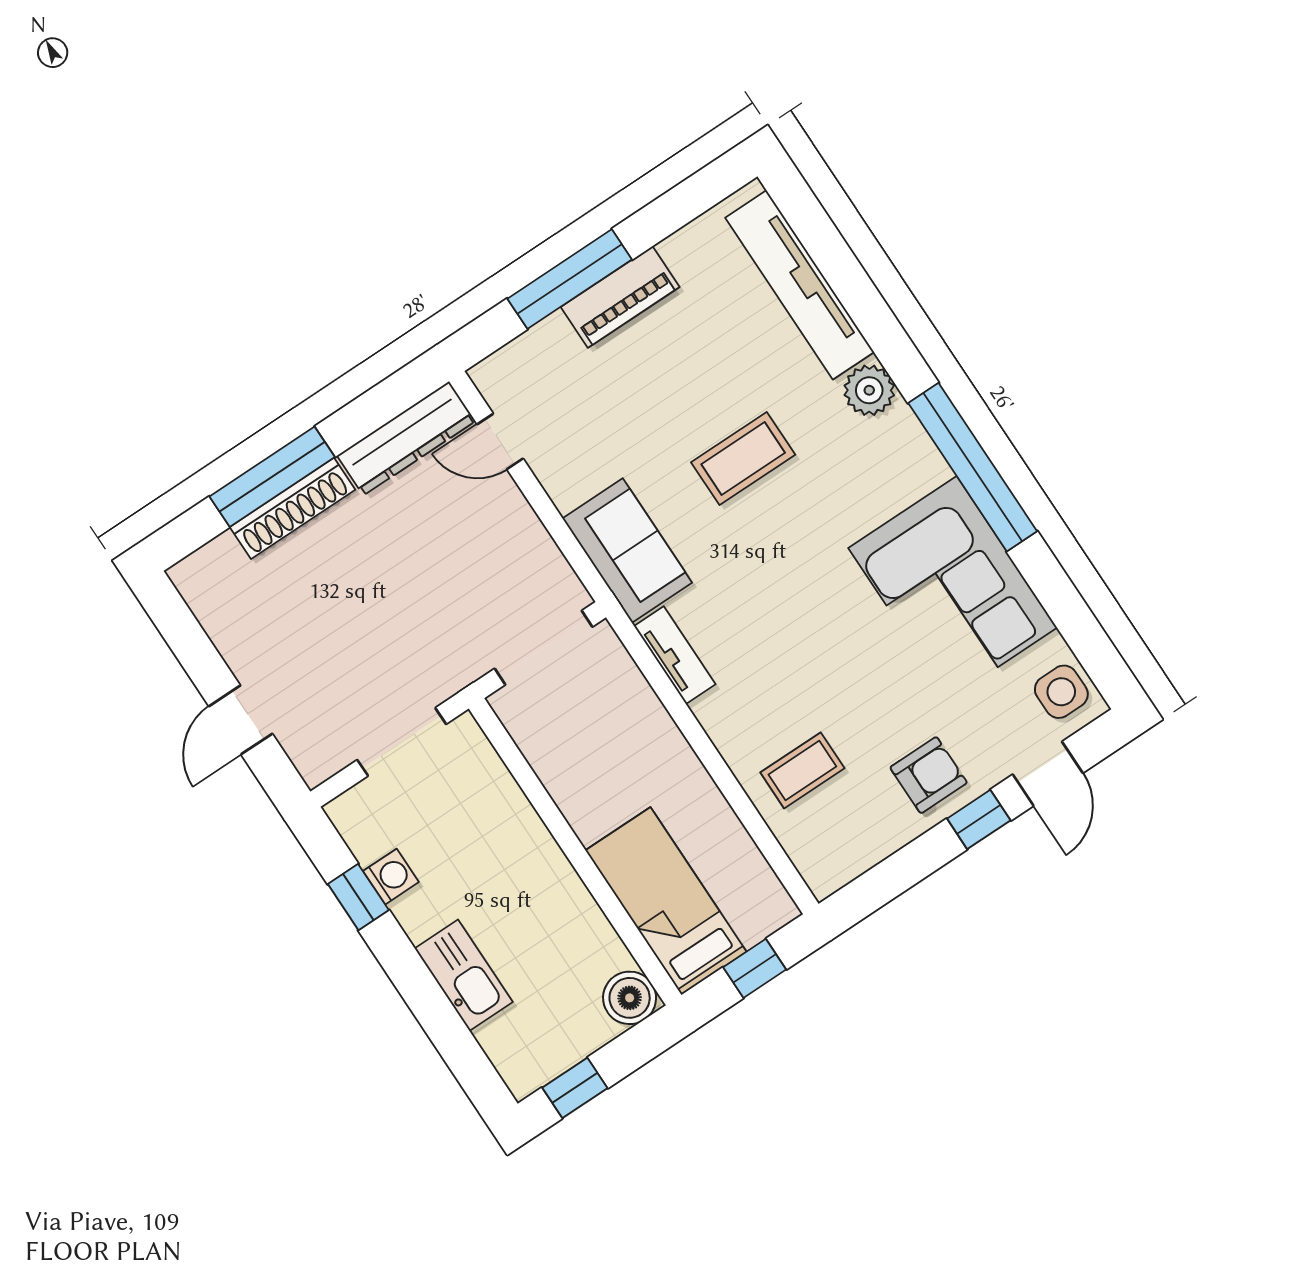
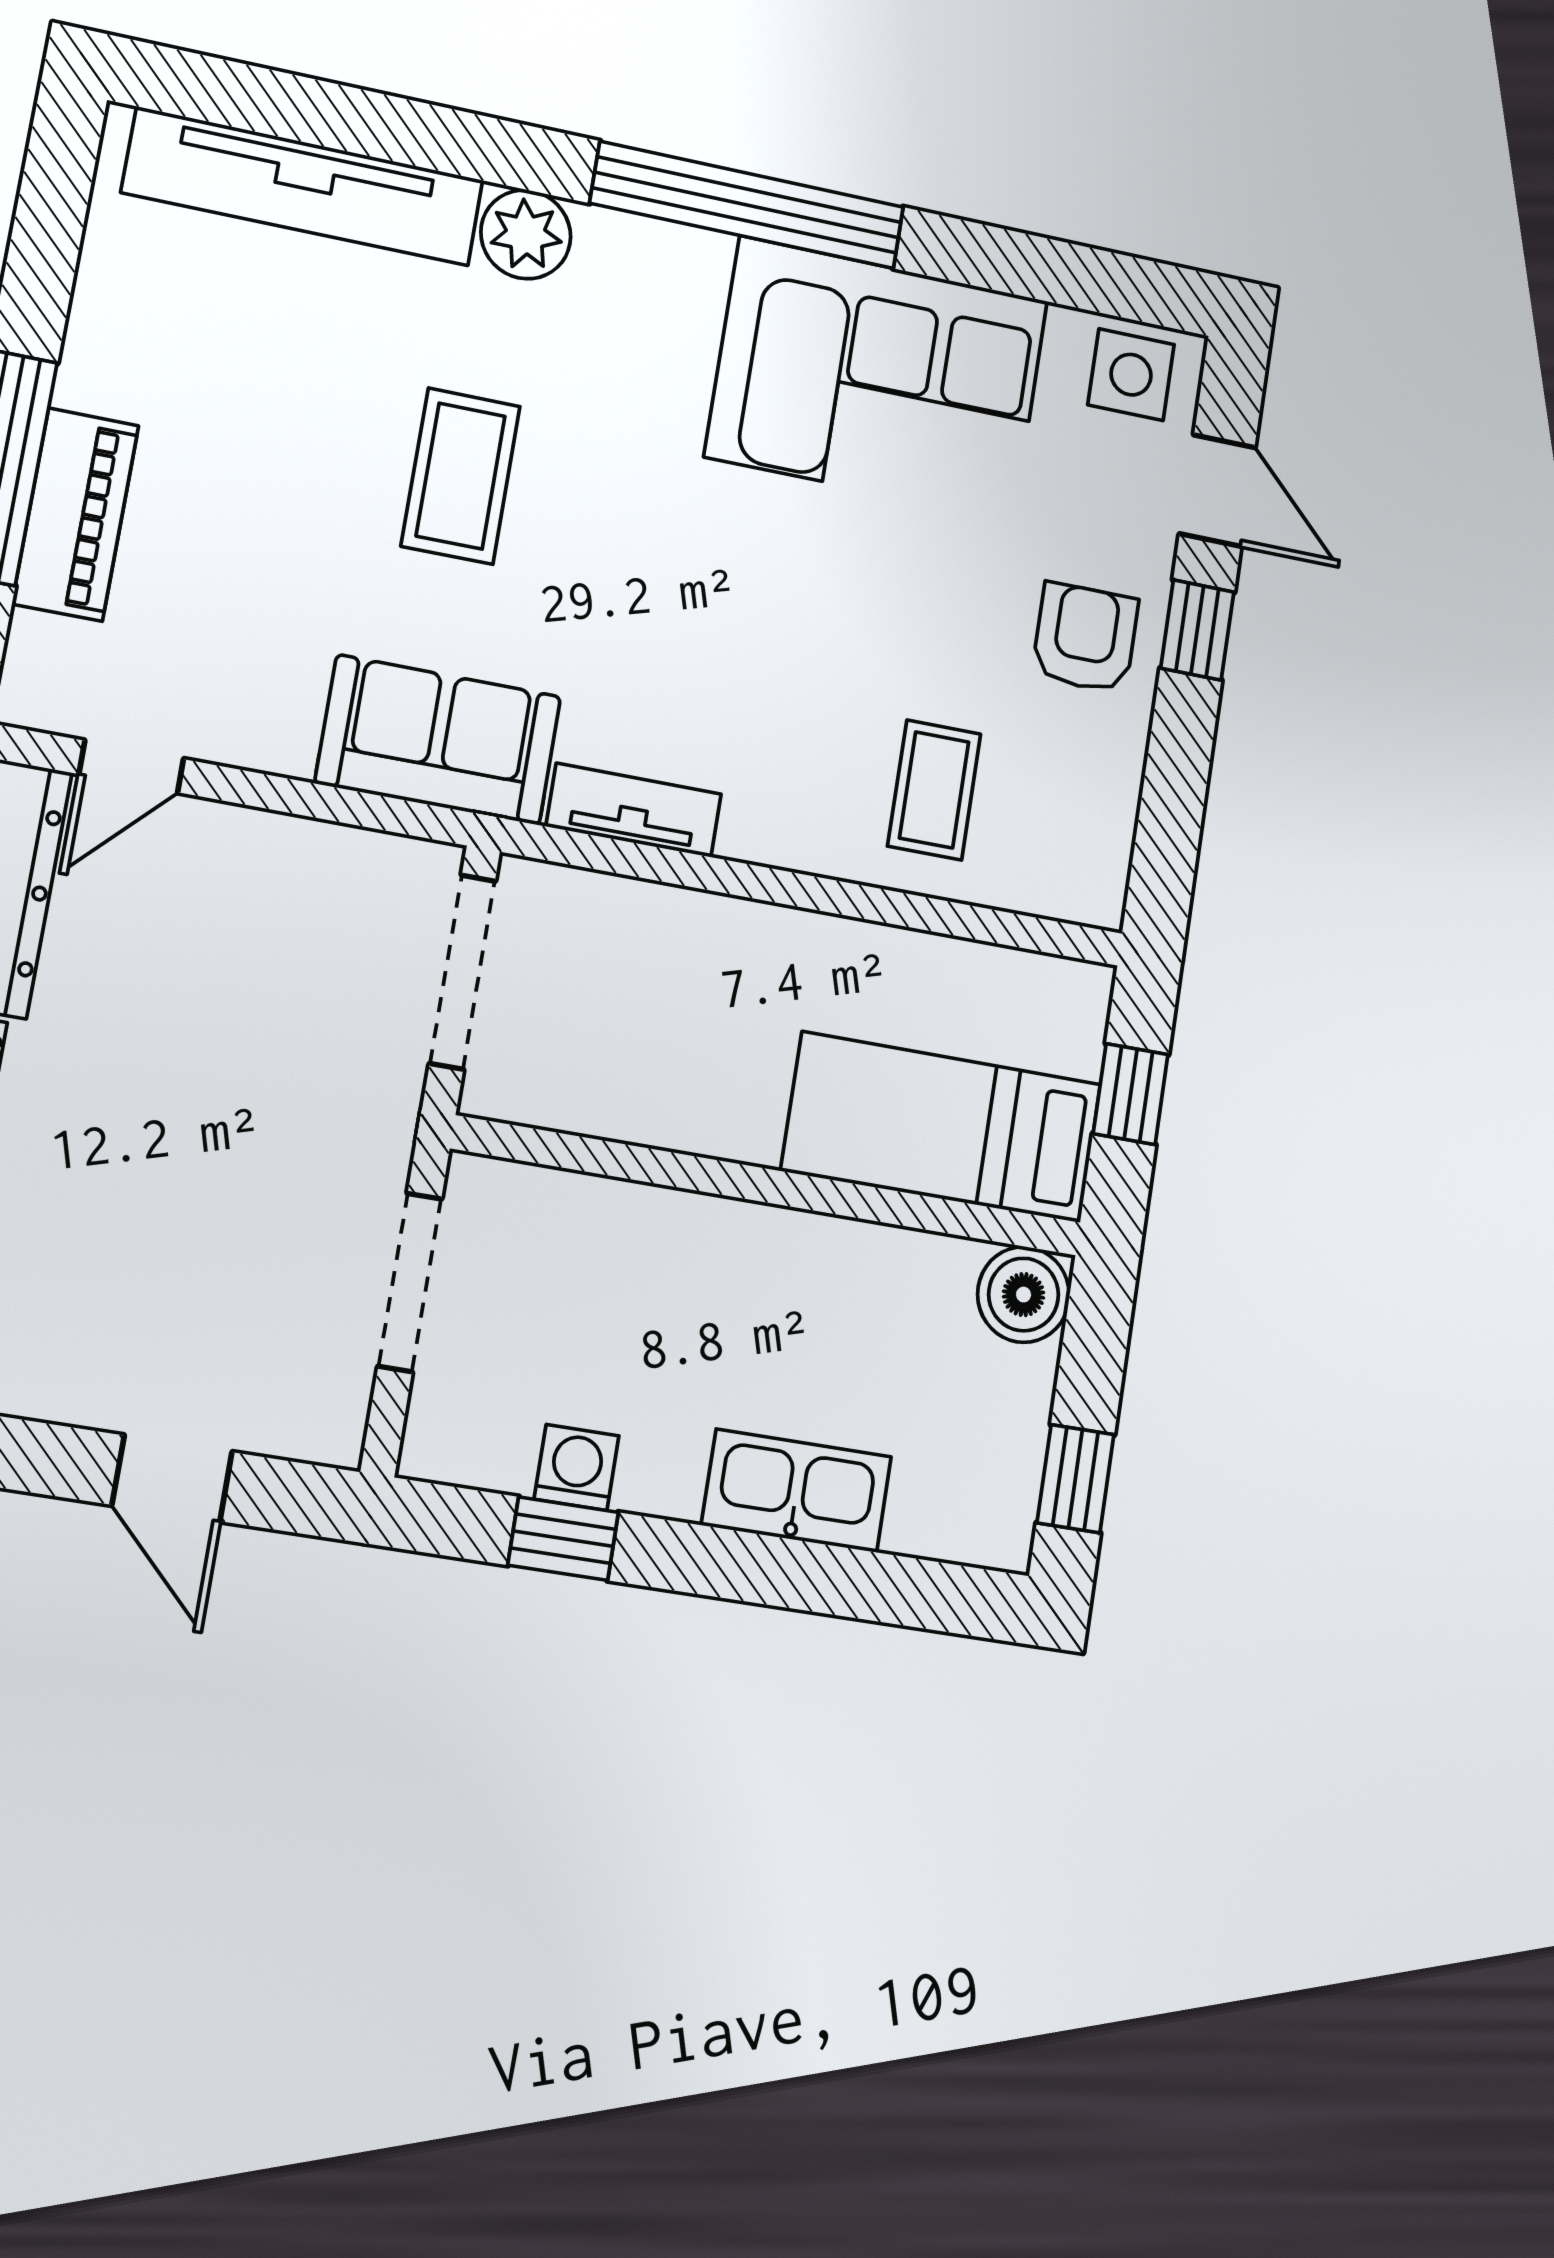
piano: (620, 297) -> (75, 515), moved

